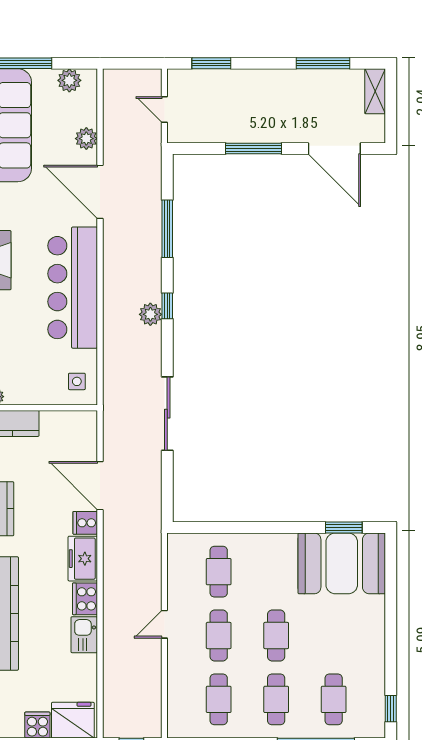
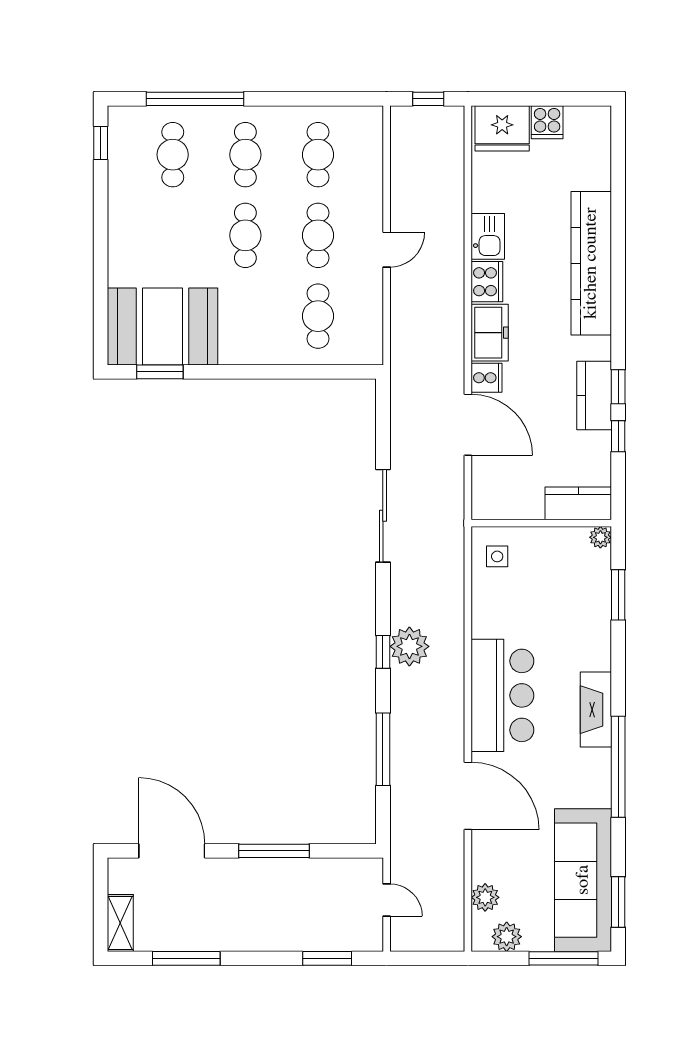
plant: (86, 139) -> (485, 897), moved
bar counter: (73, 288) -> (502, 695), width x0.73
plant: (150, 314) -> (409, 646), width x1.36, depth x1.36

